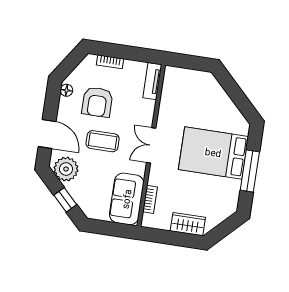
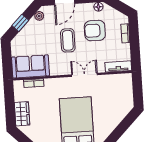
double door: (151, 145) -> (84, 75), moved
plant: (66, 169) -> (39, 16), width x0.53, depth x0.53

